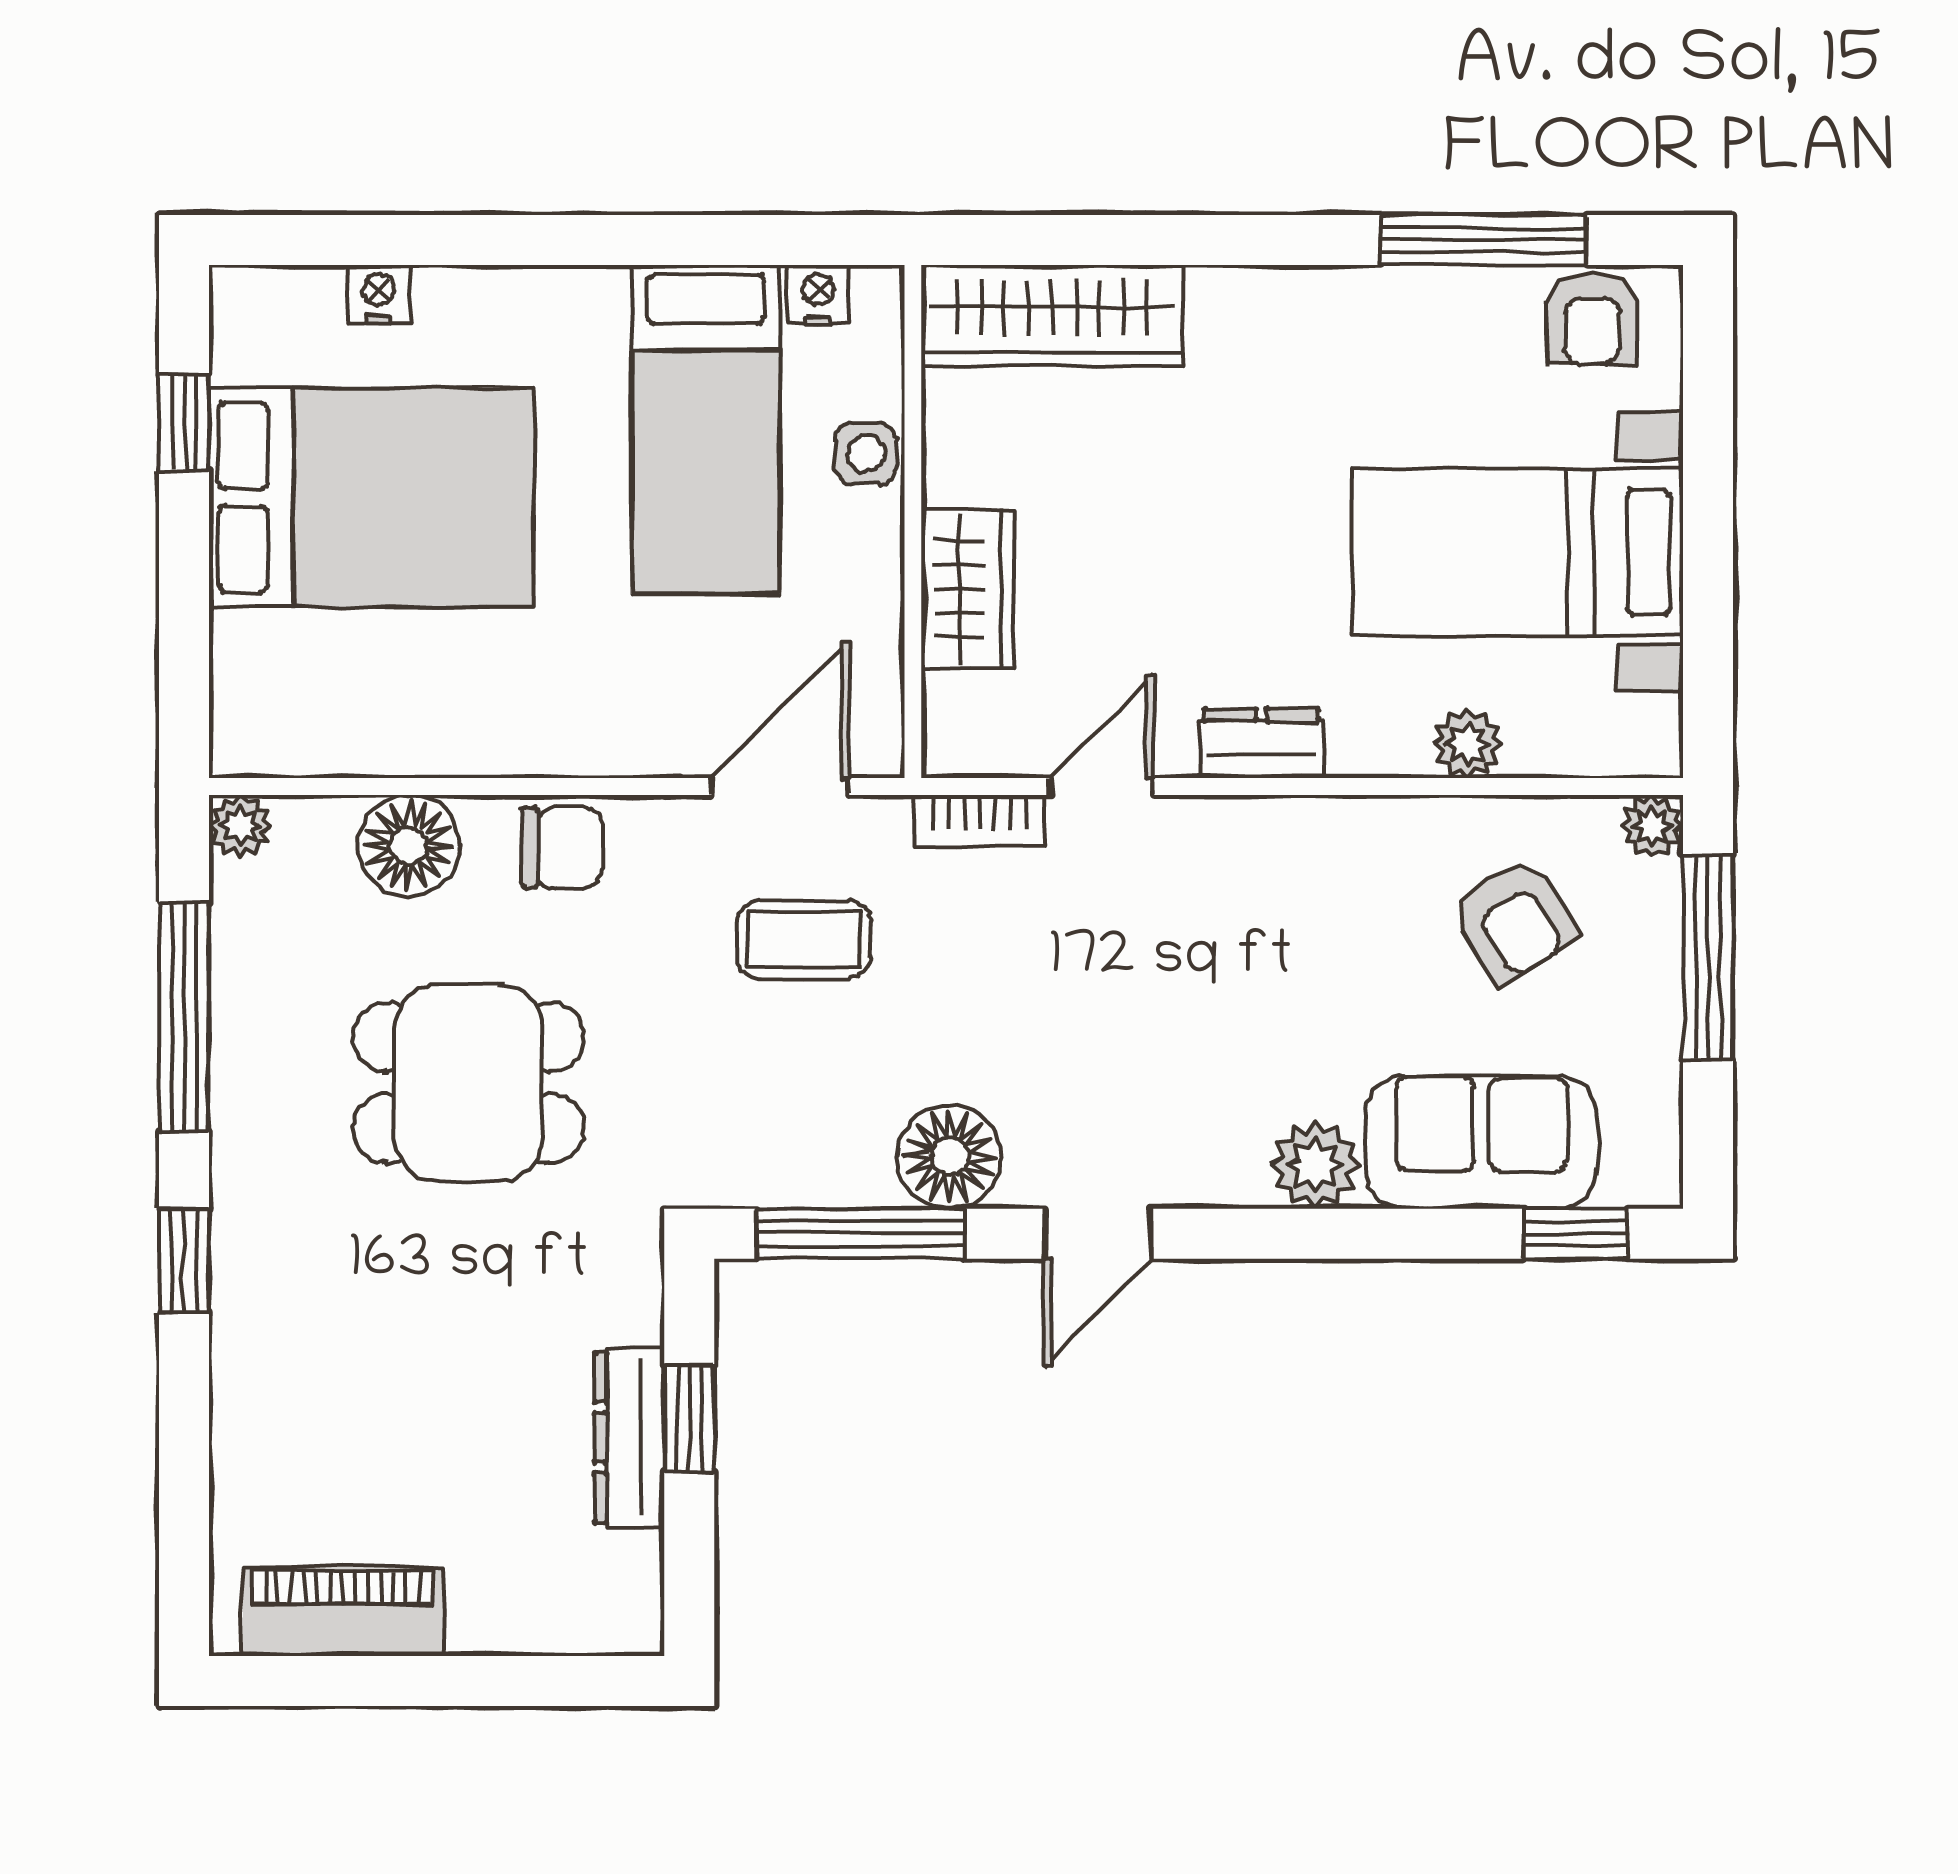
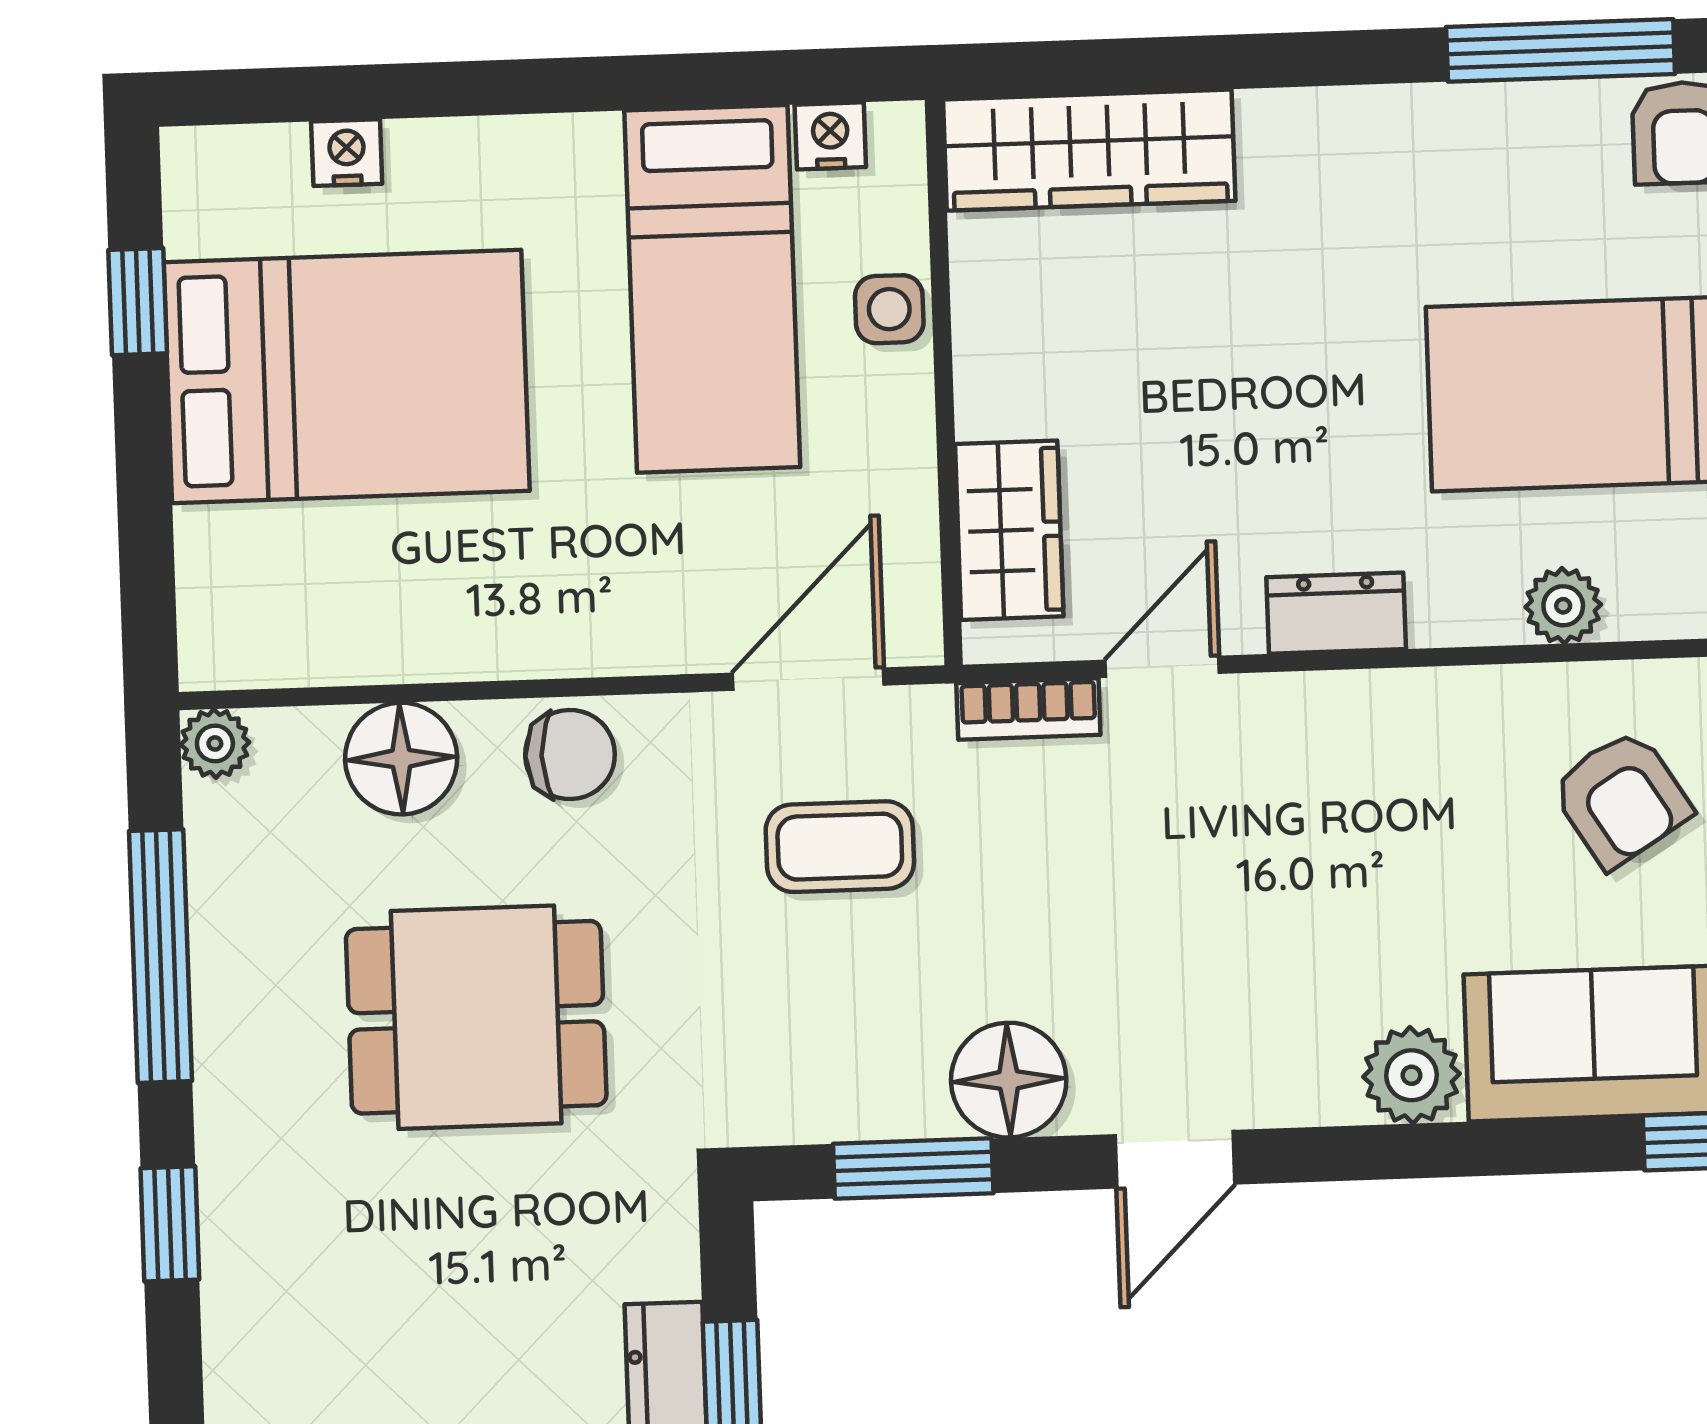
wardrobe: (968, 589) -> (1009, 530), moved
window: (860, 1234) -> (913, 1168), width x0.69

